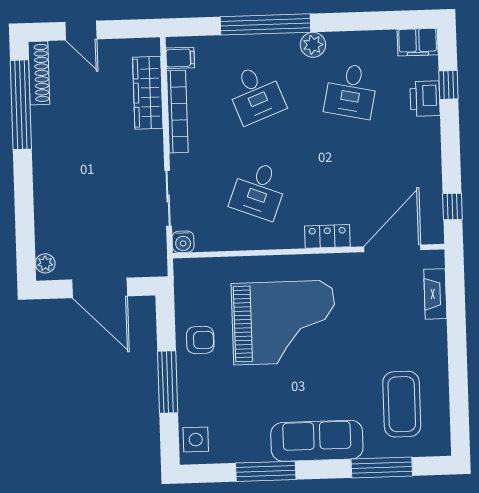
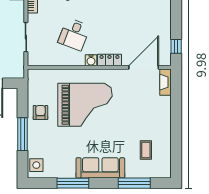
water cooler: (183, 242) -> (91, 60), moved
fireplace: (435, 294) -> (165, 82), moved
armchair: (200, 340) -> (40, 113), turned -90
coffee table: (402, 404) -> (146, 150), width x0.54, depth x0.58

